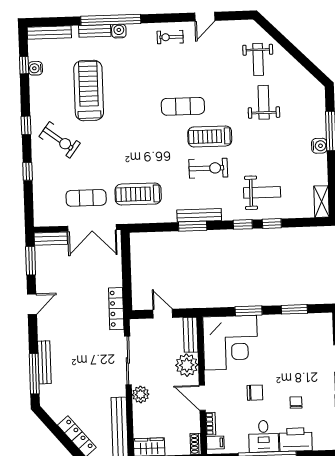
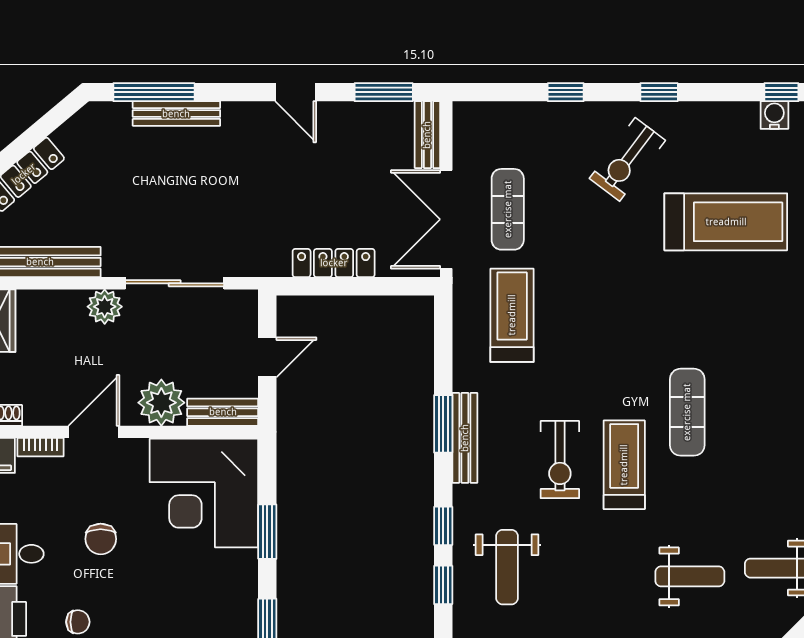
locker: (116, 309) -> (334, 263), moved

